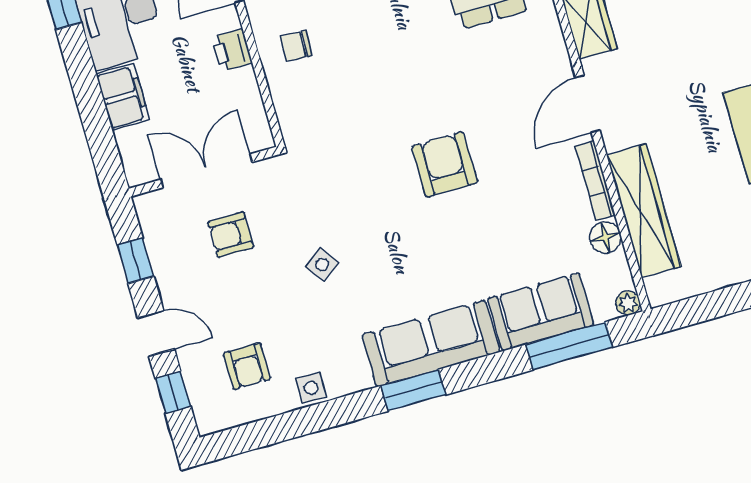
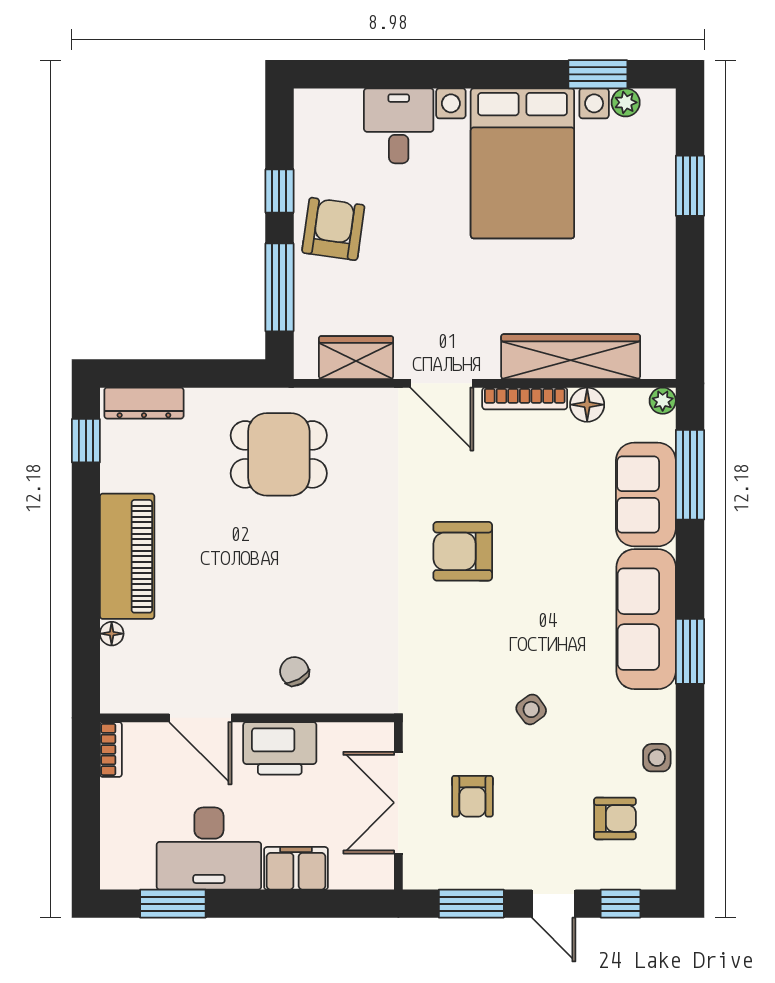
chair: (296, 46) -> (294, 671), turned 148
printer: (232, 50) -> (280, 748), width x1.87, depth x1.48
window: (135, 261) -> (471, 904), width x1.50
door: (156, 333) -> (554, 904), swing flipped

